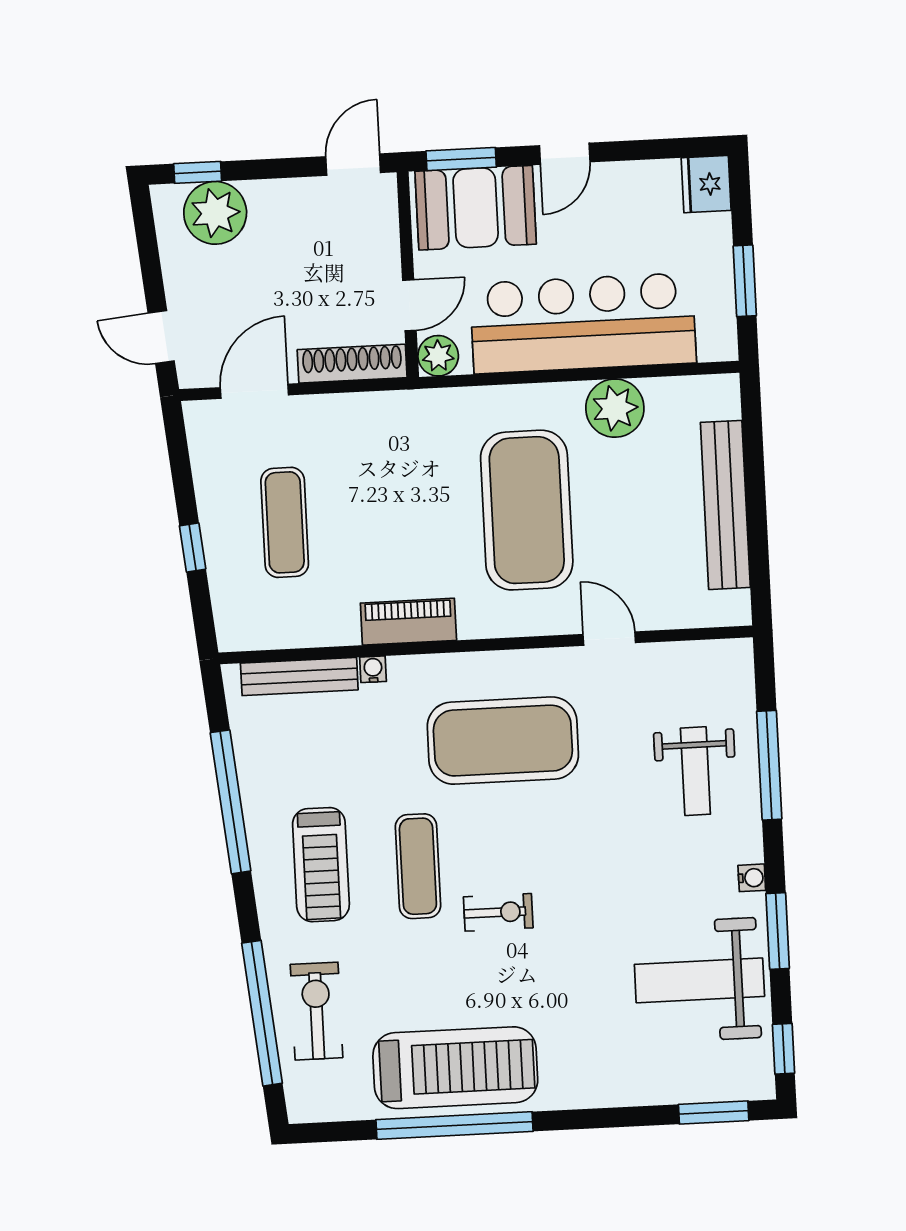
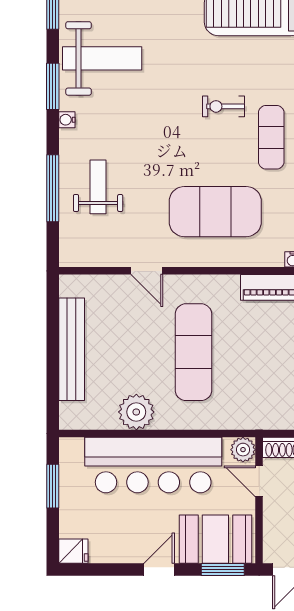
fridge: (706, 184) -> (73, 551), width x0.72
door: (409, 305) -> (259, 481), hinge flipped
exercise mat: (527, 510) -> (193, 352), width x0.68

